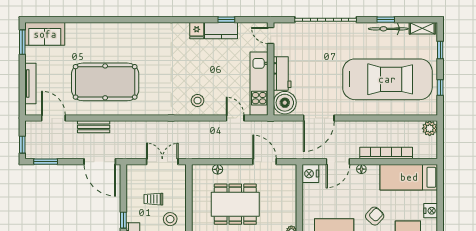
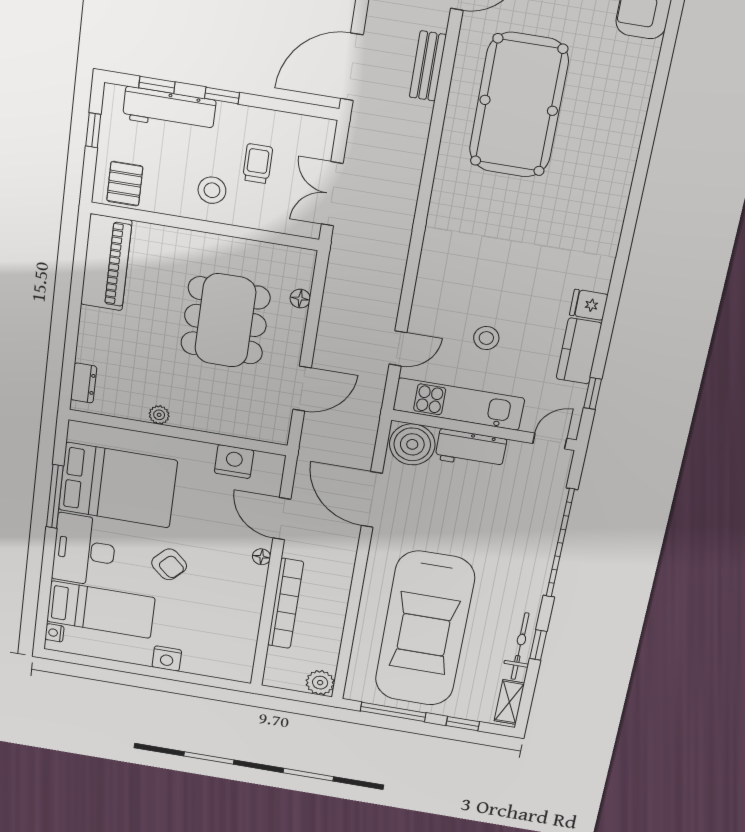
window: (226, 20) -> (593, 393), moved
window: (440, 88) -> (393, 712), width x2.17
stool: (198, 101) -> (486, 338), moved
double door: (162, 162) -> (332, 194), swing flipped
nightstand: (310, 174) -> (234, 462), moved
bed: (409, 177) -> (234, 633), removed

